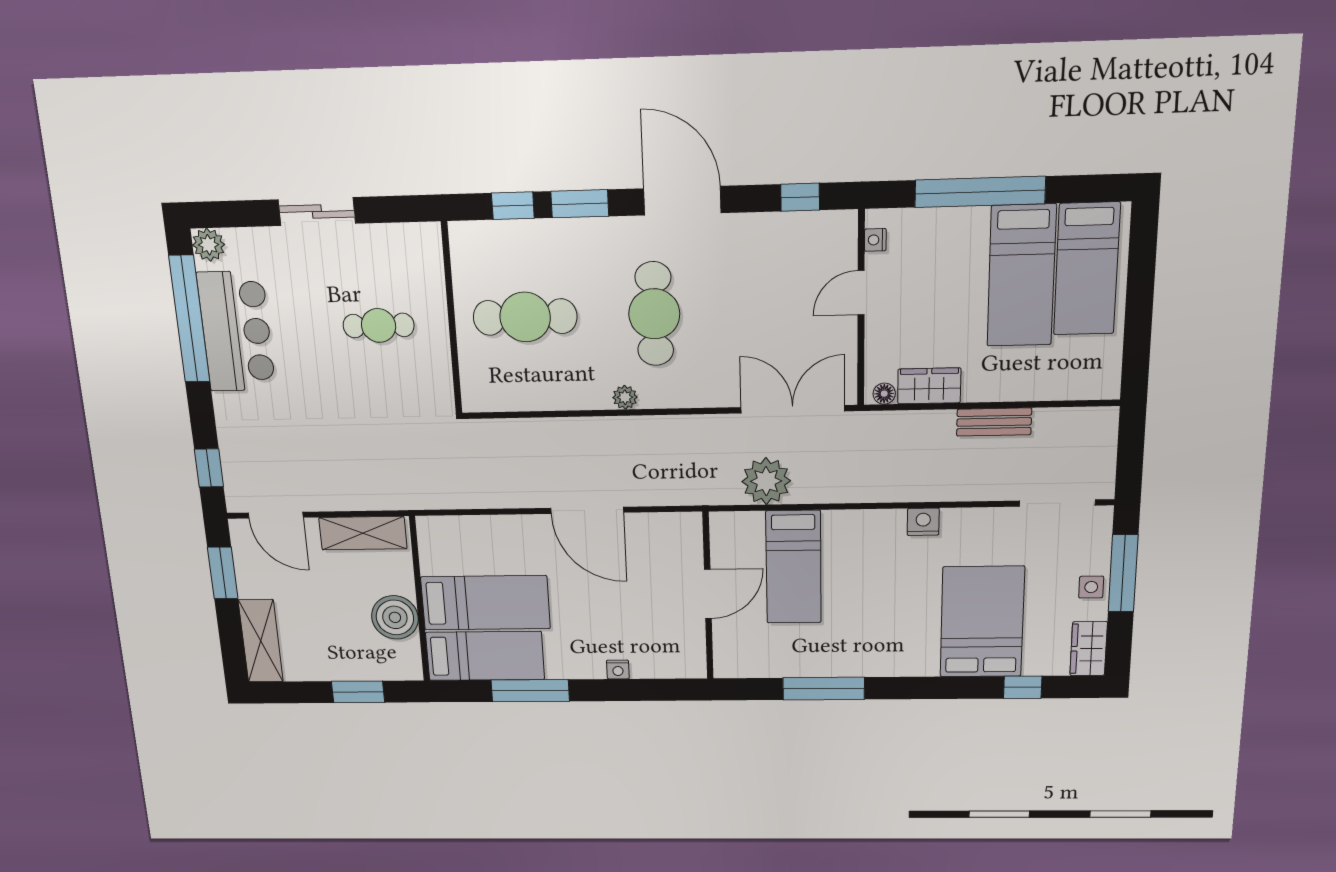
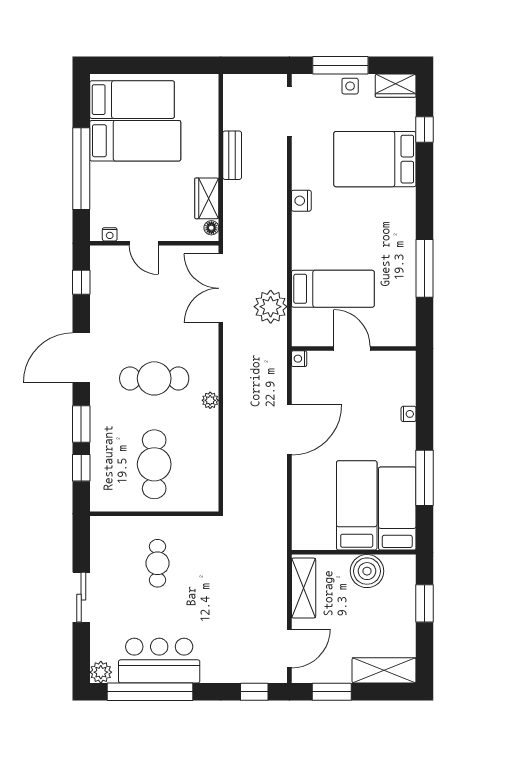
nightstand: (691, 522) -> (299, 359), added

